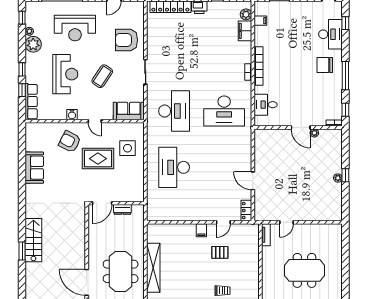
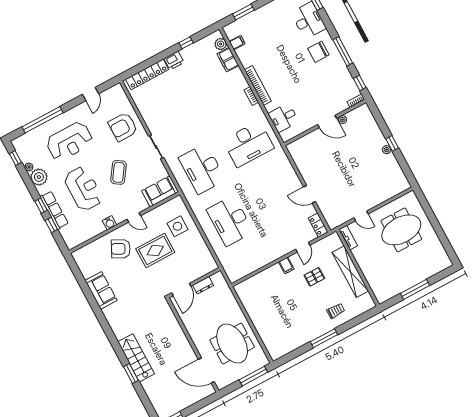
row of seats: (31, 102) -> (54, 210), moved
desk: (174, 111) -> (202, 169), turned 180
door: (286, 222) -> (361, 216), hinge flipped
shelving: (153, 268) -> (350, 272), moved
meeting table: (304, 270) -> (401, 230), moved

